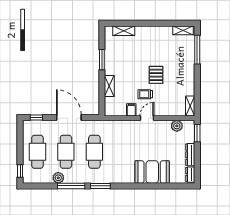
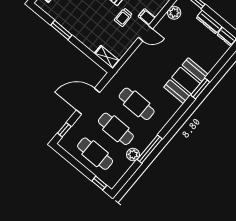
shelving: (109, 86) -> (107, 57), moved
filing cabinet: (131, 110) -> (147, 17), moved
door: (147, 118) -> (146, 33), swing flipped
booth: (152, 172) -> (186, 81), moved
window: (100, 186) -> (200, 89), moved

